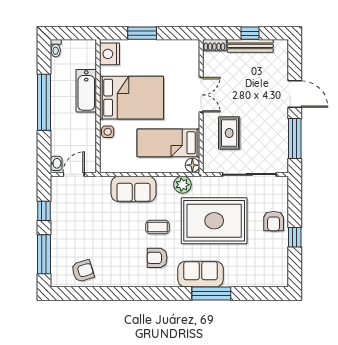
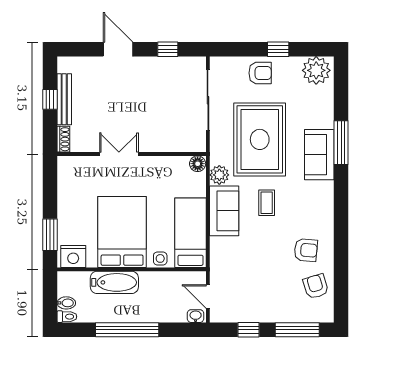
window: (142, 33) -> (50, 235), moved
bidet: (68, 48) -> (66, 303), added
door: (295, 94) -> (118, 49), hinge flipped
rug: (229, 133) -> (162, 123), removed
window: (295, 139) -> (168, 49), width x0.46
bed: (168, 143) -> (190, 233), moved, turned 180
sofa: (133, 189) -> (224, 211), moved
armchair: (157, 258) -> (306, 250), moved, turned -85
plant: (276, 271) -> (316, 70), added

